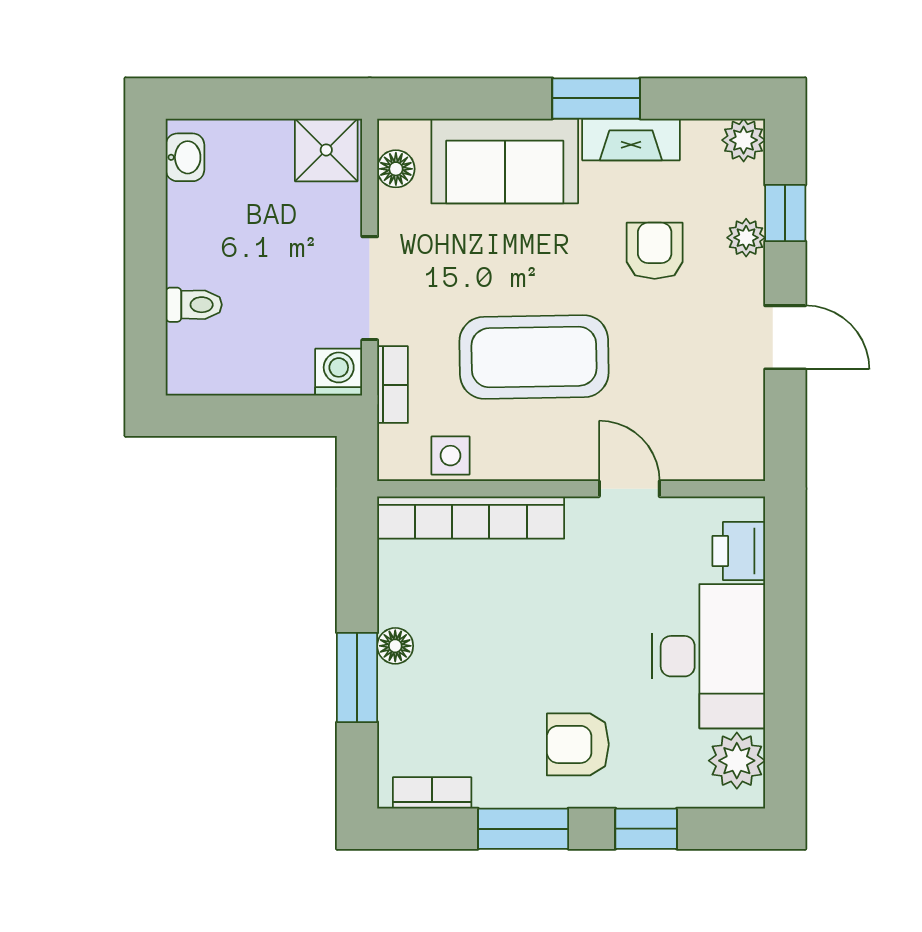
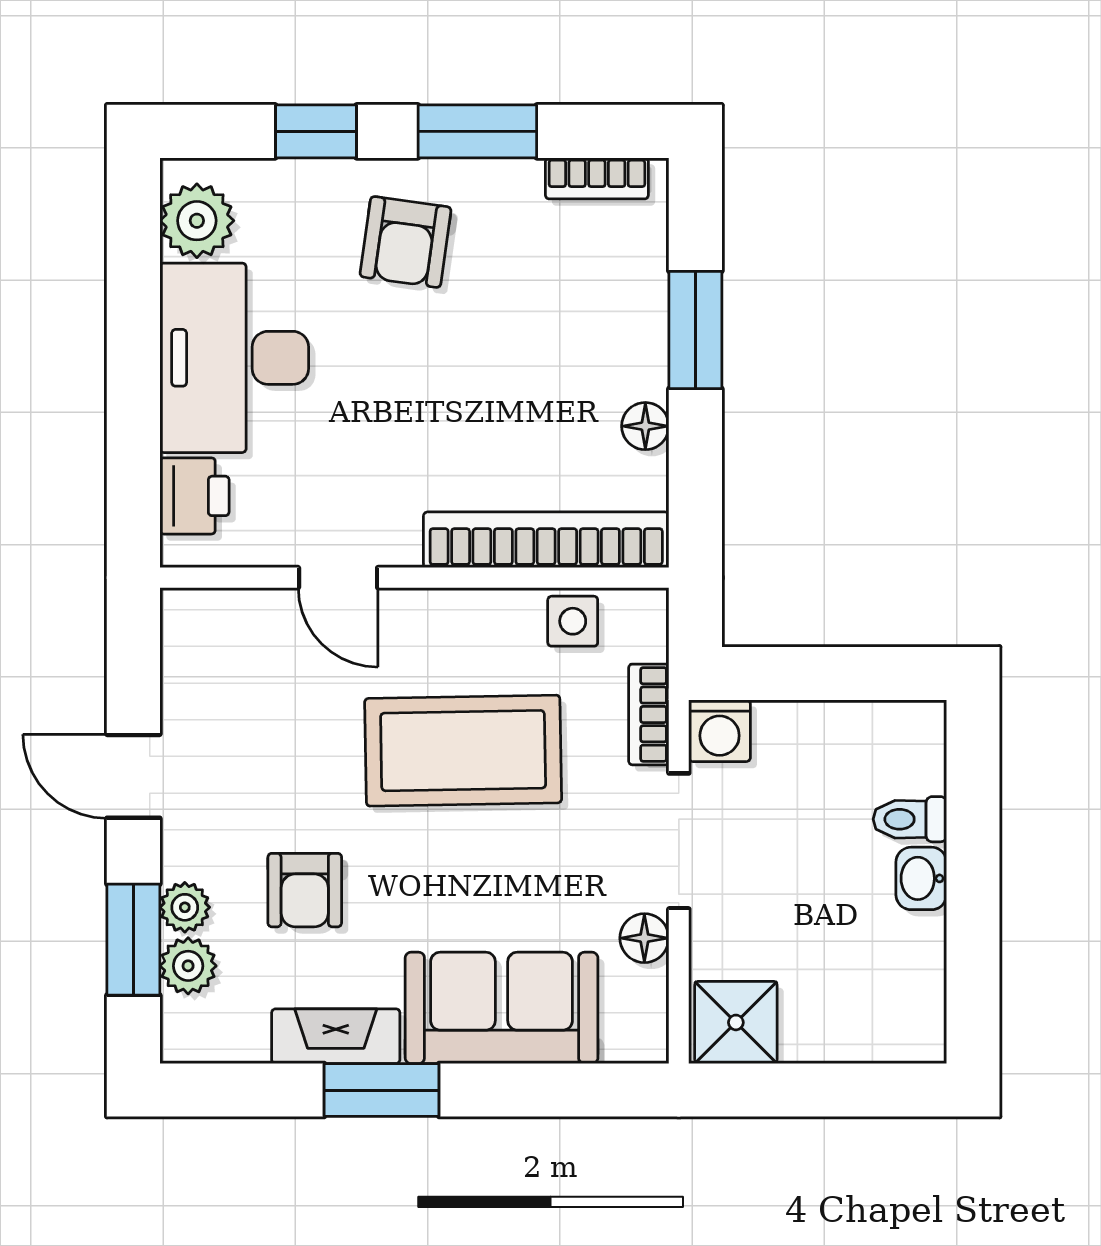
plant: (744, 140) -> (188, 966), moved
washbasin: (185, 157) -> (921, 878), moved
floor lamp: (396, 169) -> (644, 938), moved
window: (785, 213) -> (133, 940), width x1.50
floor lamp: (395, 646) -> (645, 426), moved
armchair: (578, 744) -> (406, 242), turned 98

